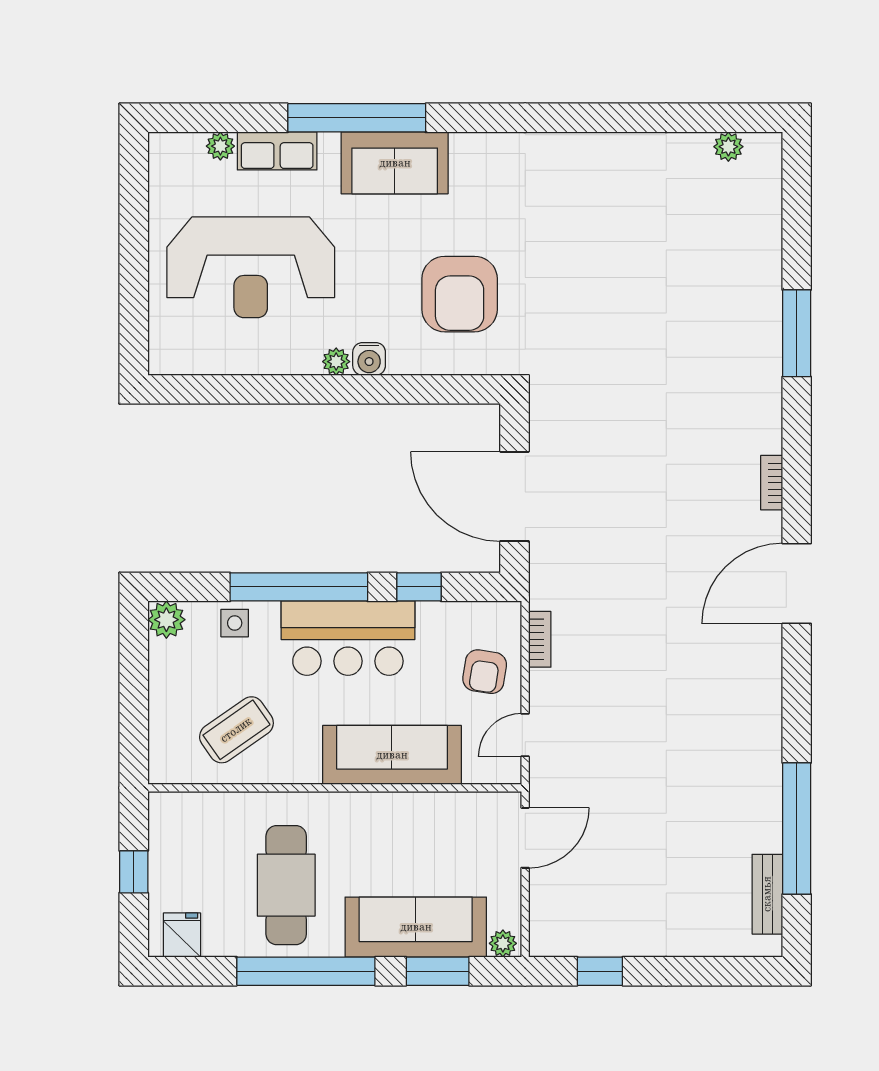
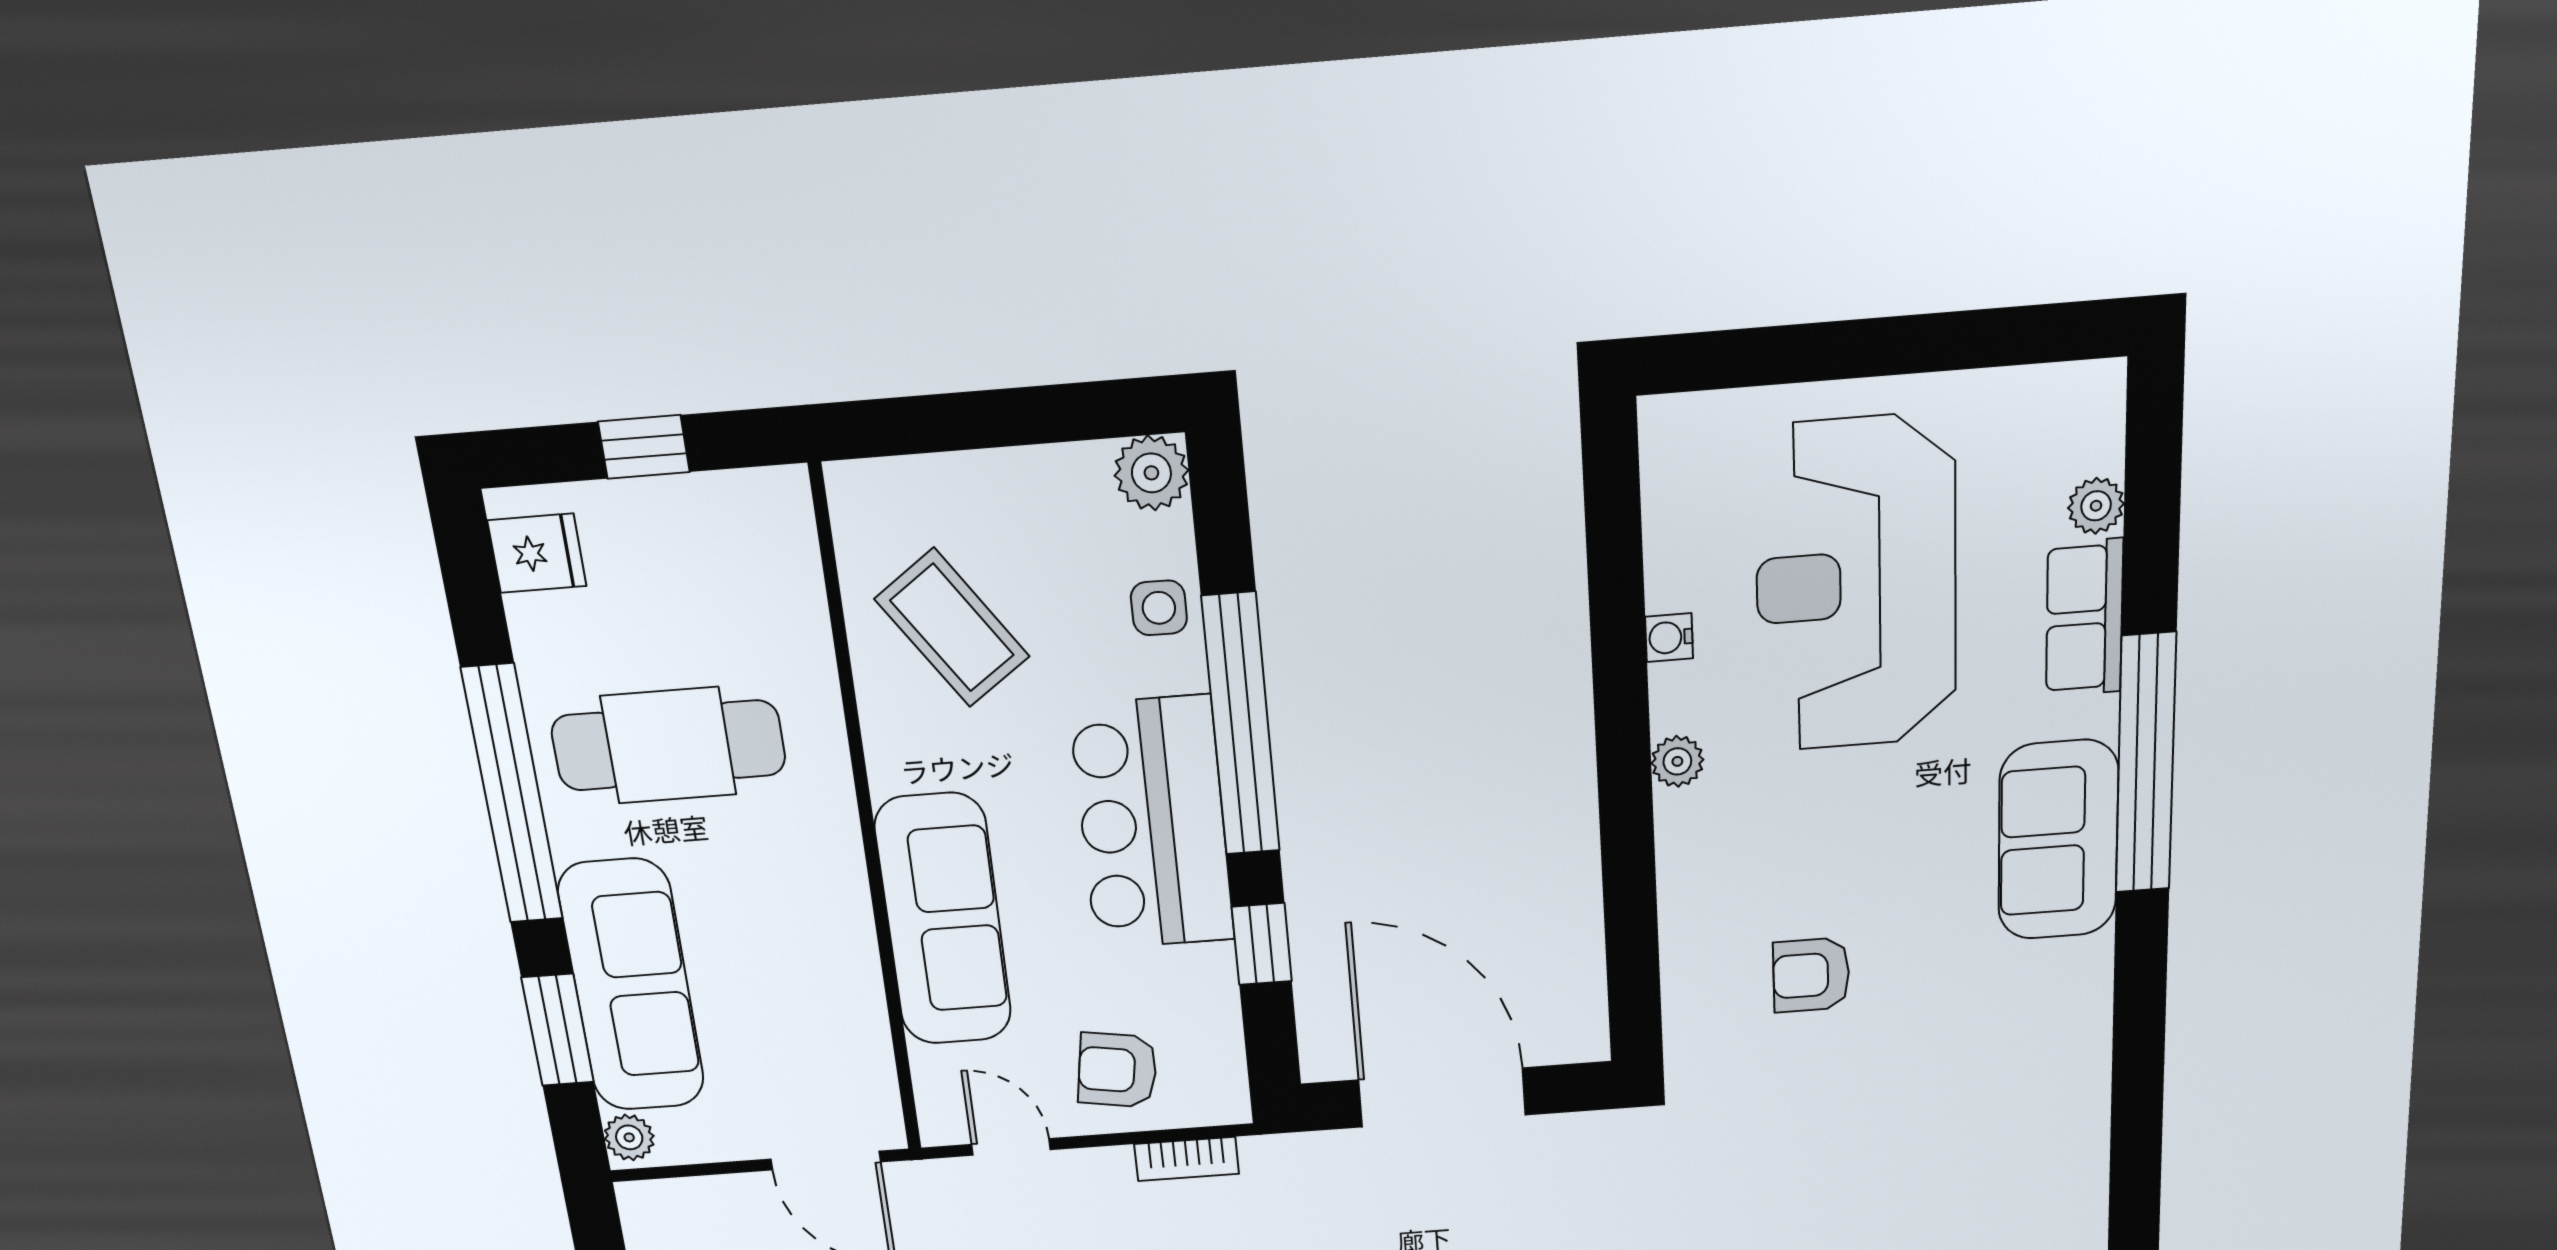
armchair: (460, 294) -> (1811, 975), width x0.53, depth x0.53
water cooler: (369, 359) -> (1669, 638), moved, width x0.72, depth x0.72
door: (514, 496) -> (1442, 1097), hinge flipped

